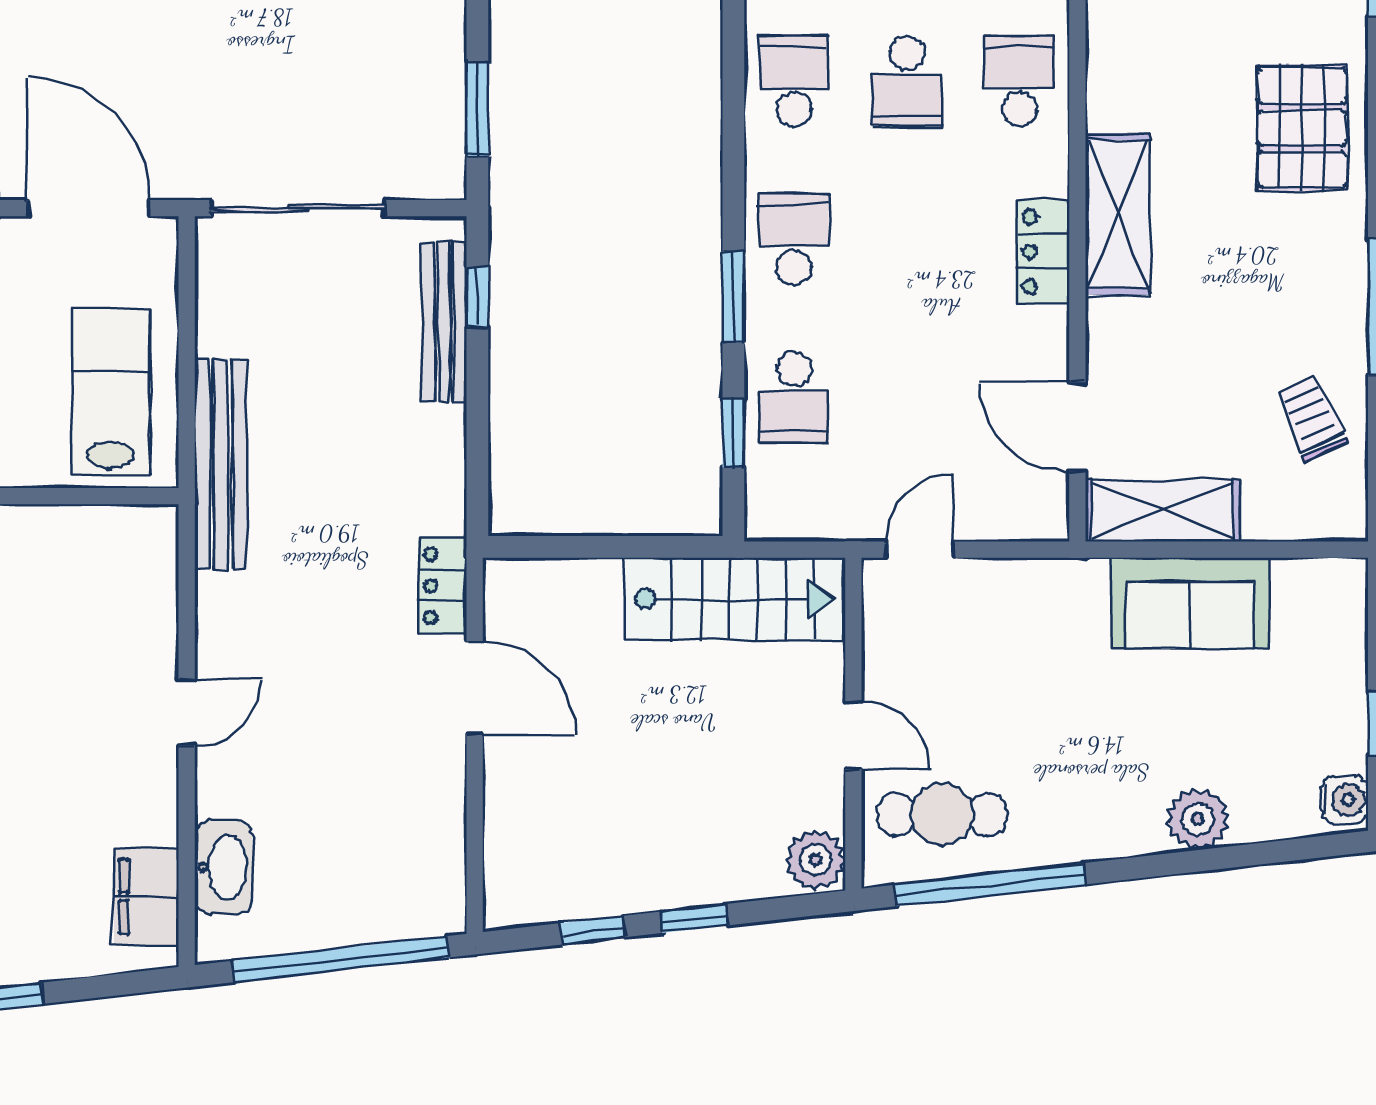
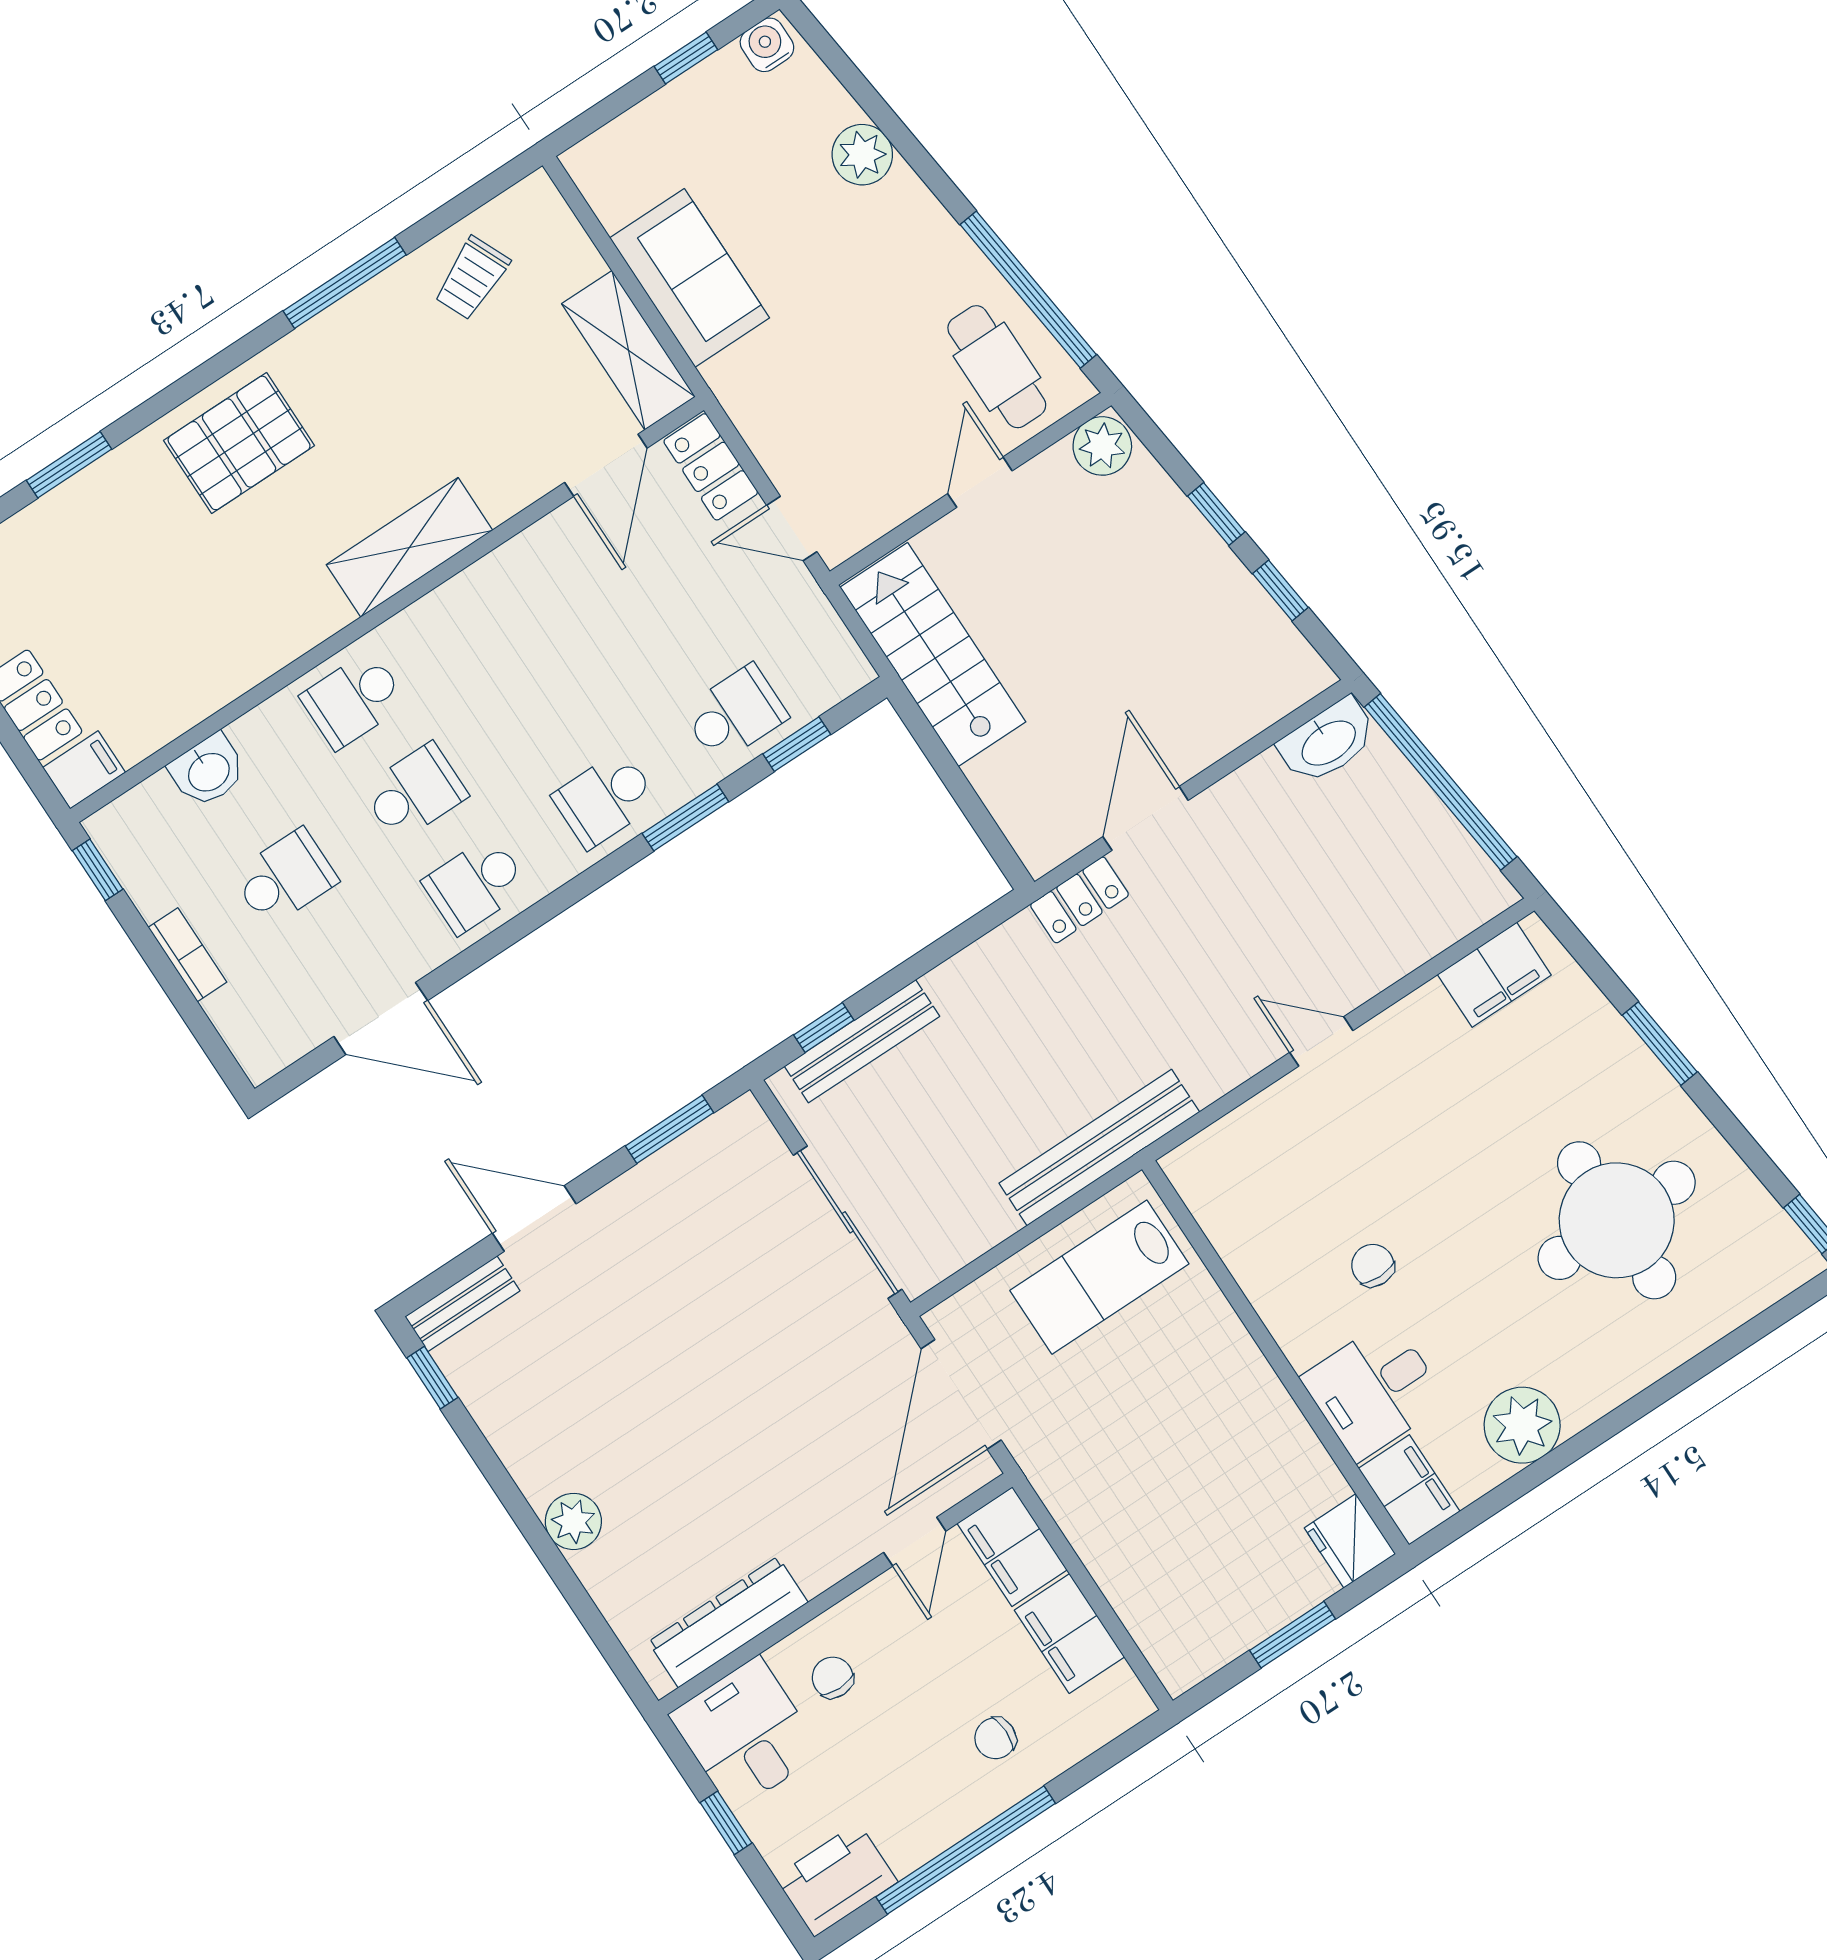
locker: (1043, 252) -> (711, 467), moved, turned 90
washbasin: (224, 867) -> (1328, 742), moved, turned 180

